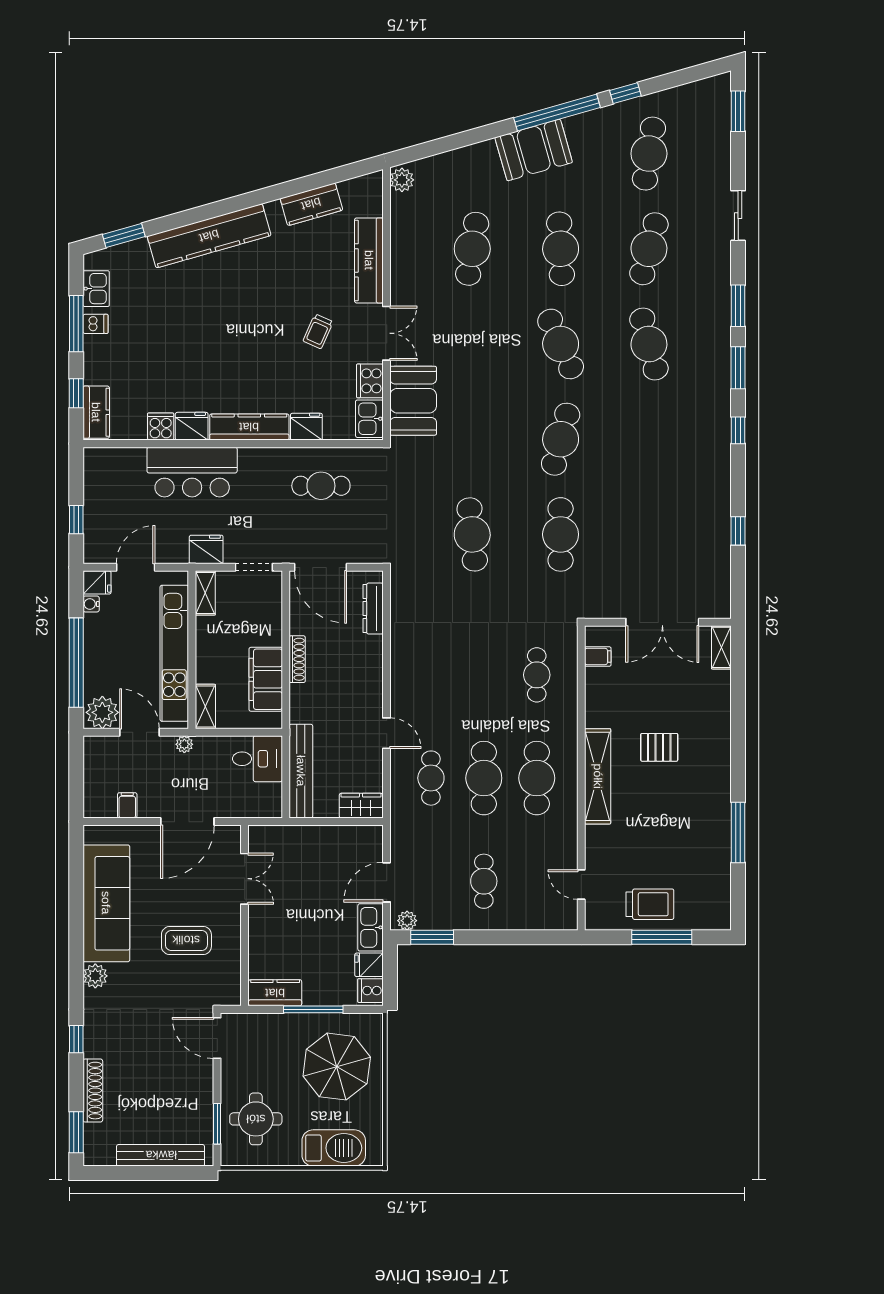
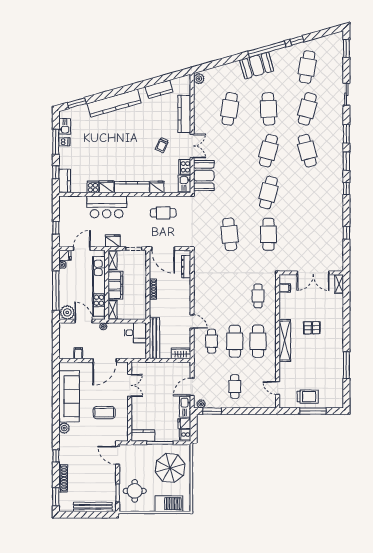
cafe table: (561, 344) -> (268, 151), turned 39
filing cabinet: (266, 679) -> (115, 285), moved, turned 180

